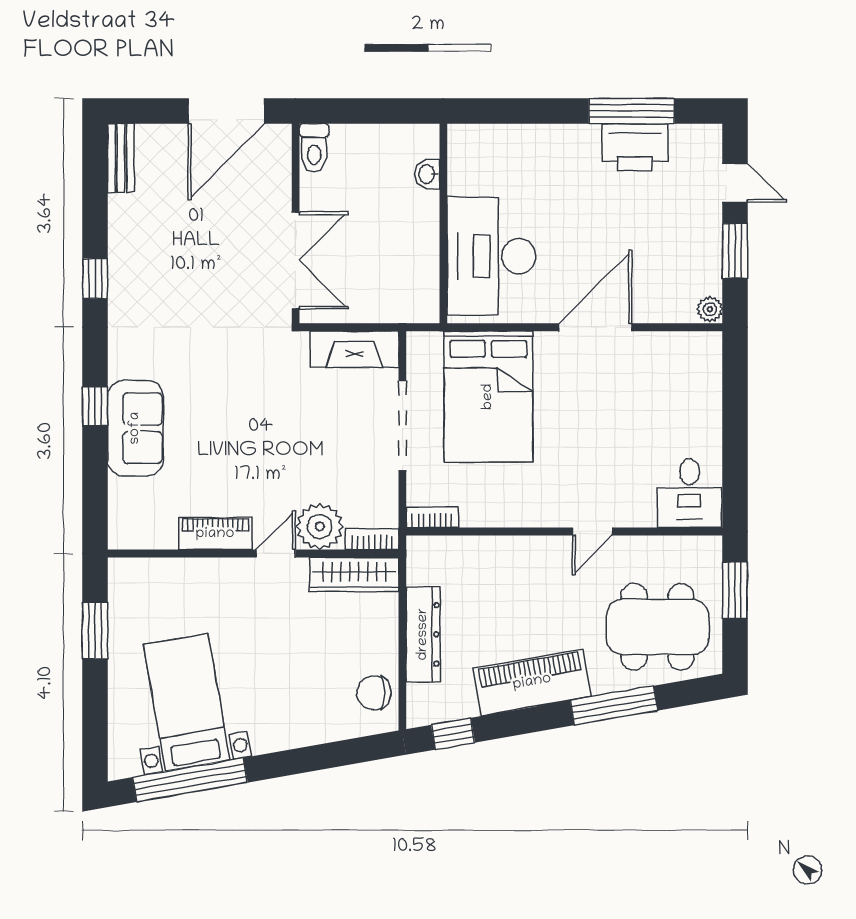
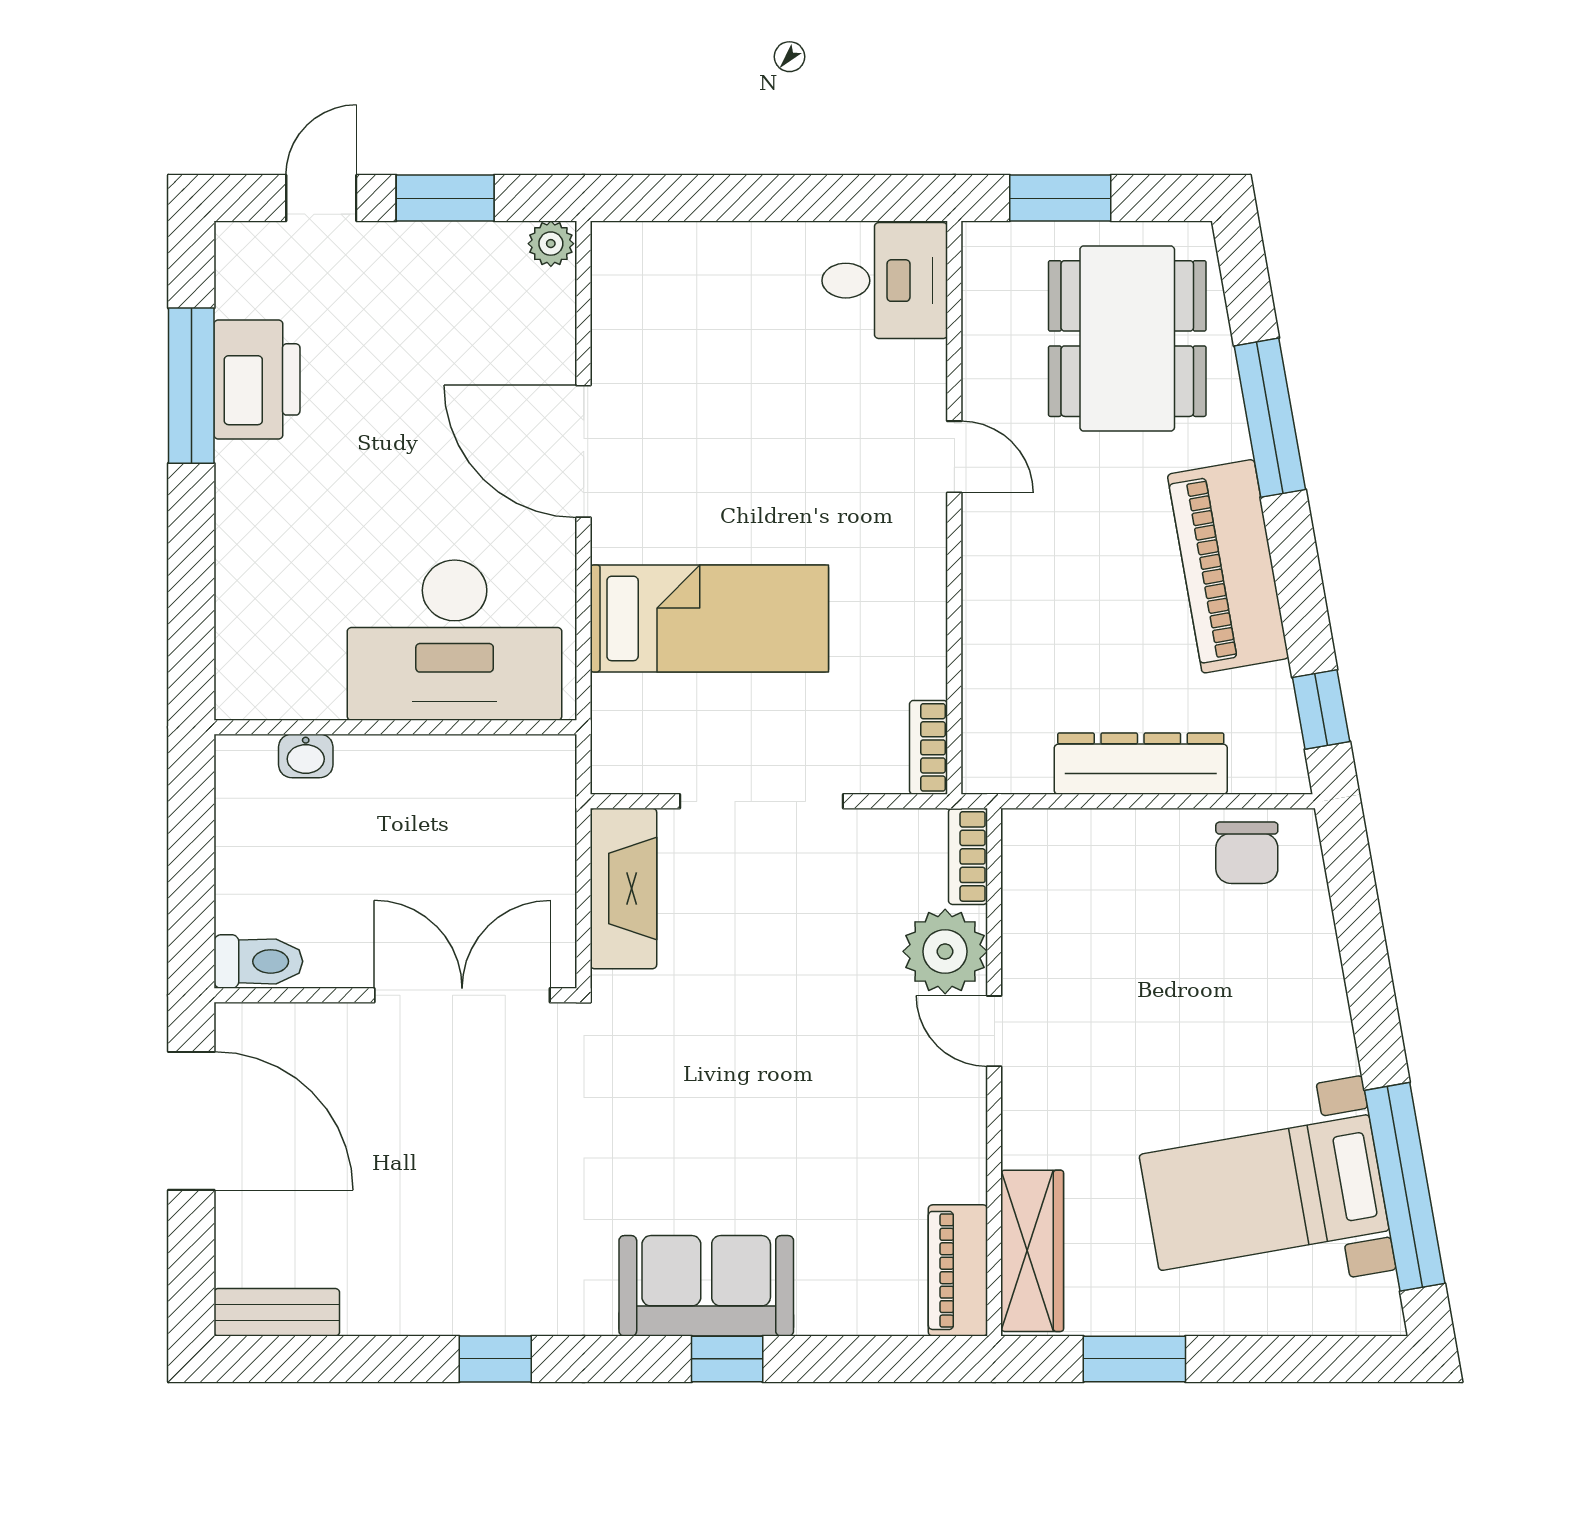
bed: (488, 397) -> (709, 618), width x0.67
sofa: (135, 428) -> (706, 1286), moved
piano: (215, 534) -> (958, 1270), moved
wardrobe: (354, 575) -> (1032, 1251), moved

